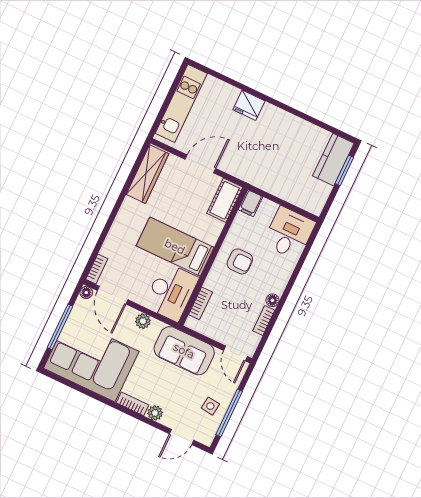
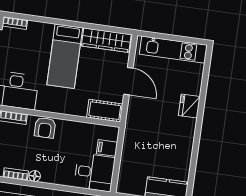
filing cabinet: (251, 203) -> (107, 148), moved
bed: (175, 247) -> (65, 56), moved, turned 180
armchair: (240, 261) -> (45, 128), moved

